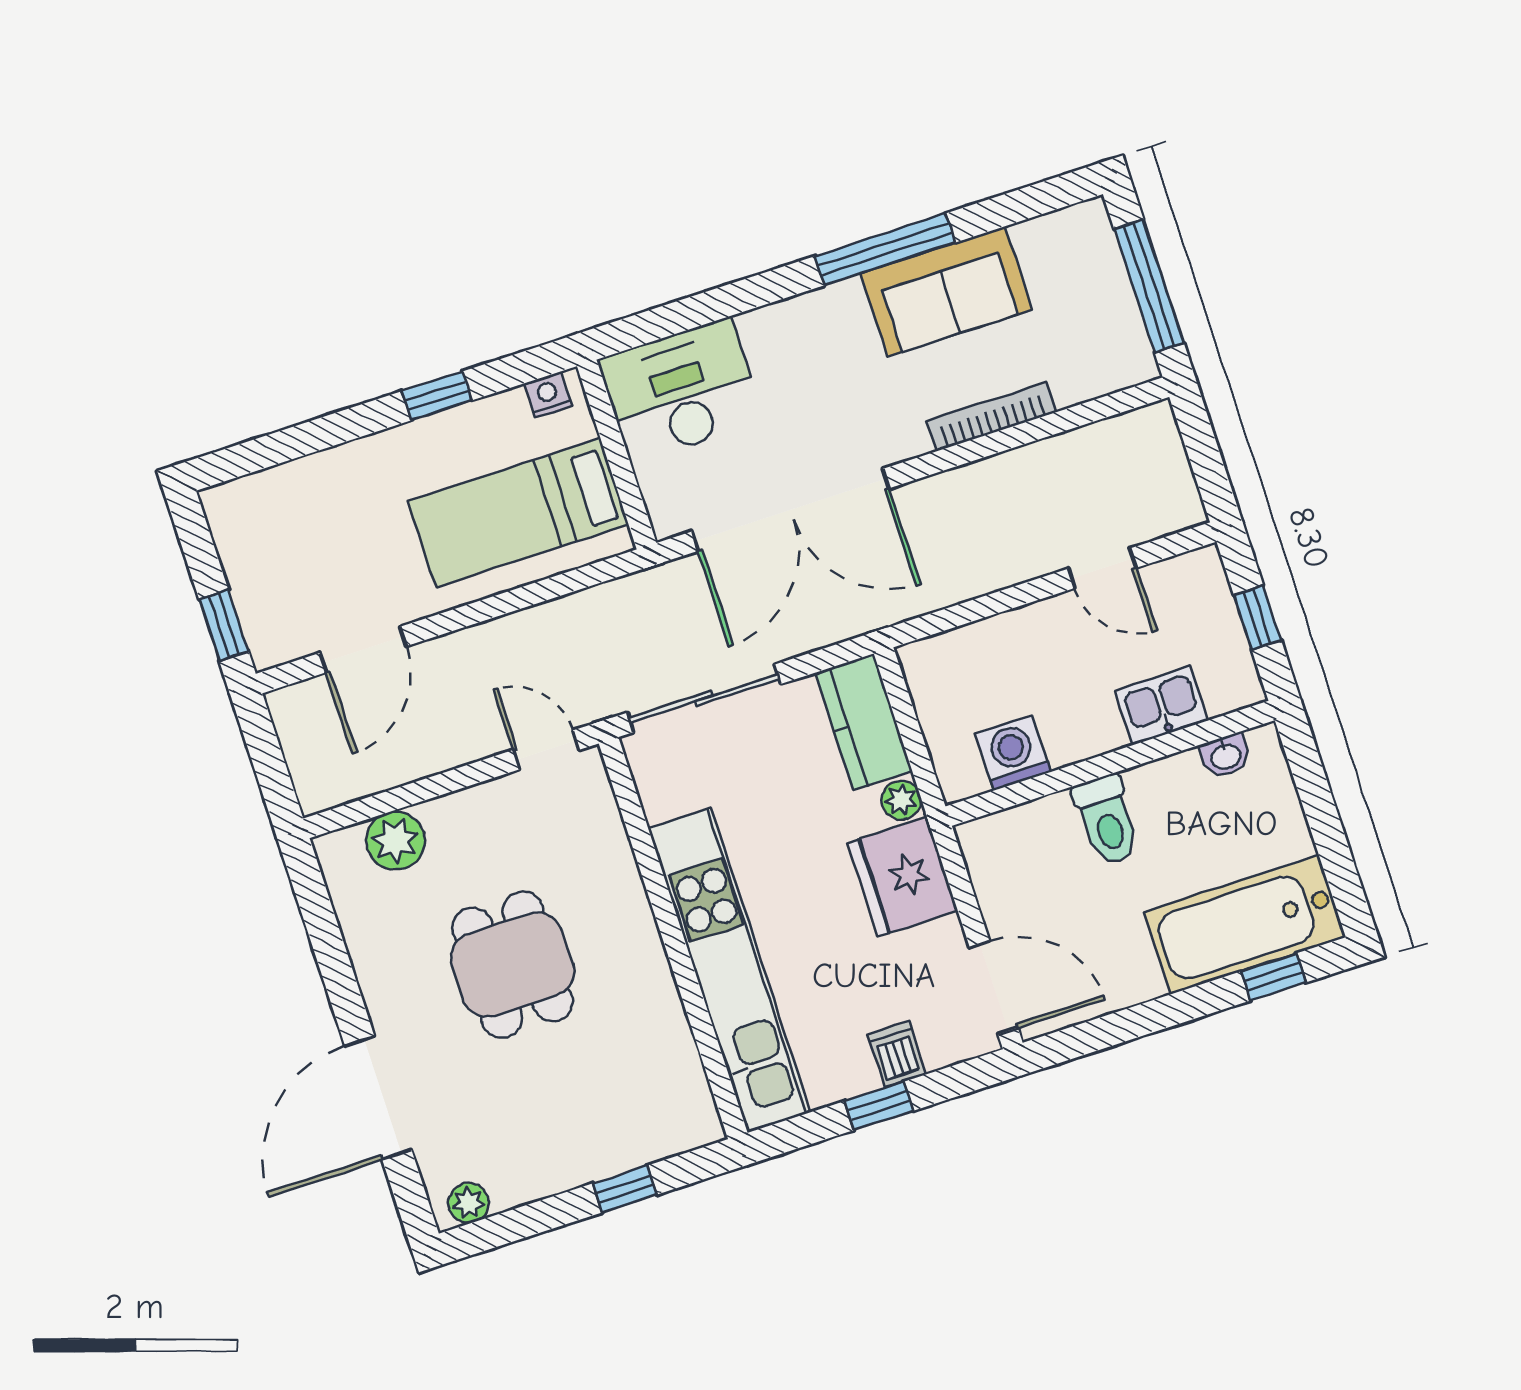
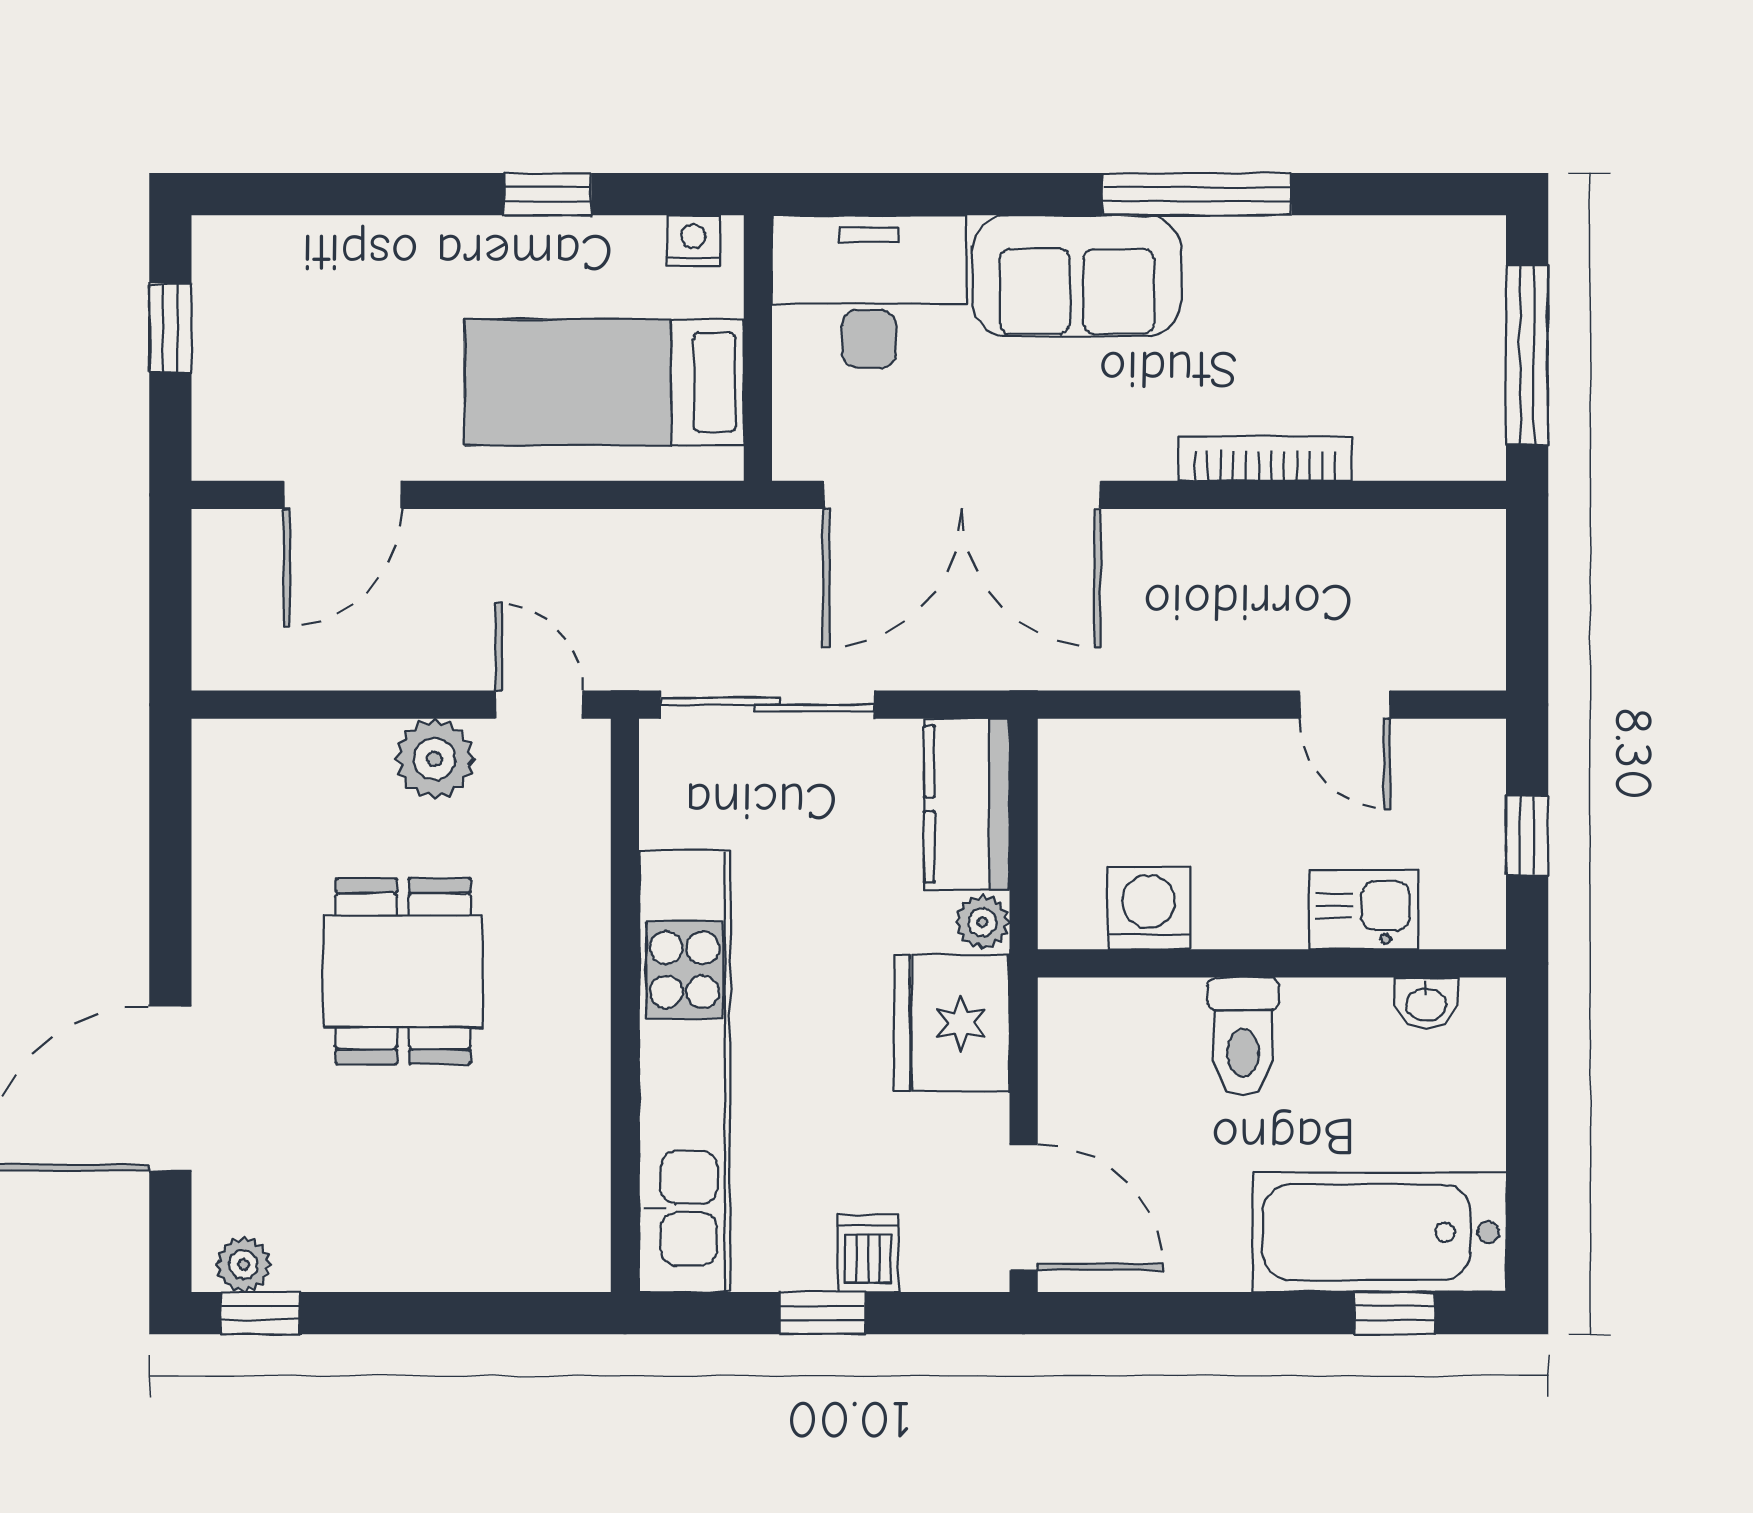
sofa: (947, 291) -> (1077, 276), moved
window: (224, 625) -> (170, 328), moved
plant: (395, 841) -> (434, 759), moved
window: (625, 1189) -> (261, 1313), moved

